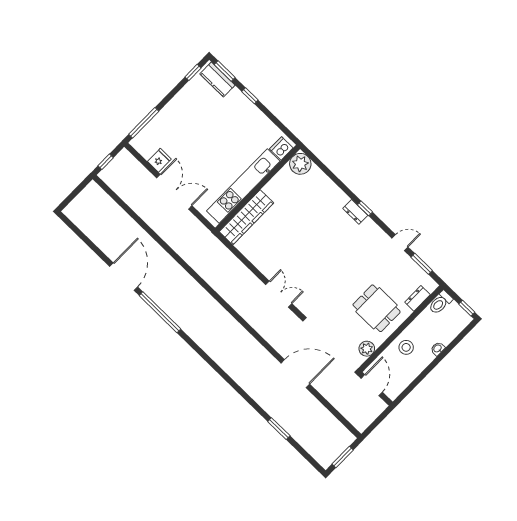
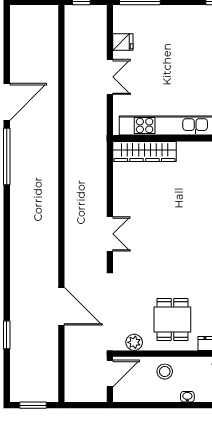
double door: (174, 192) -> (110, 77), width x0.73

